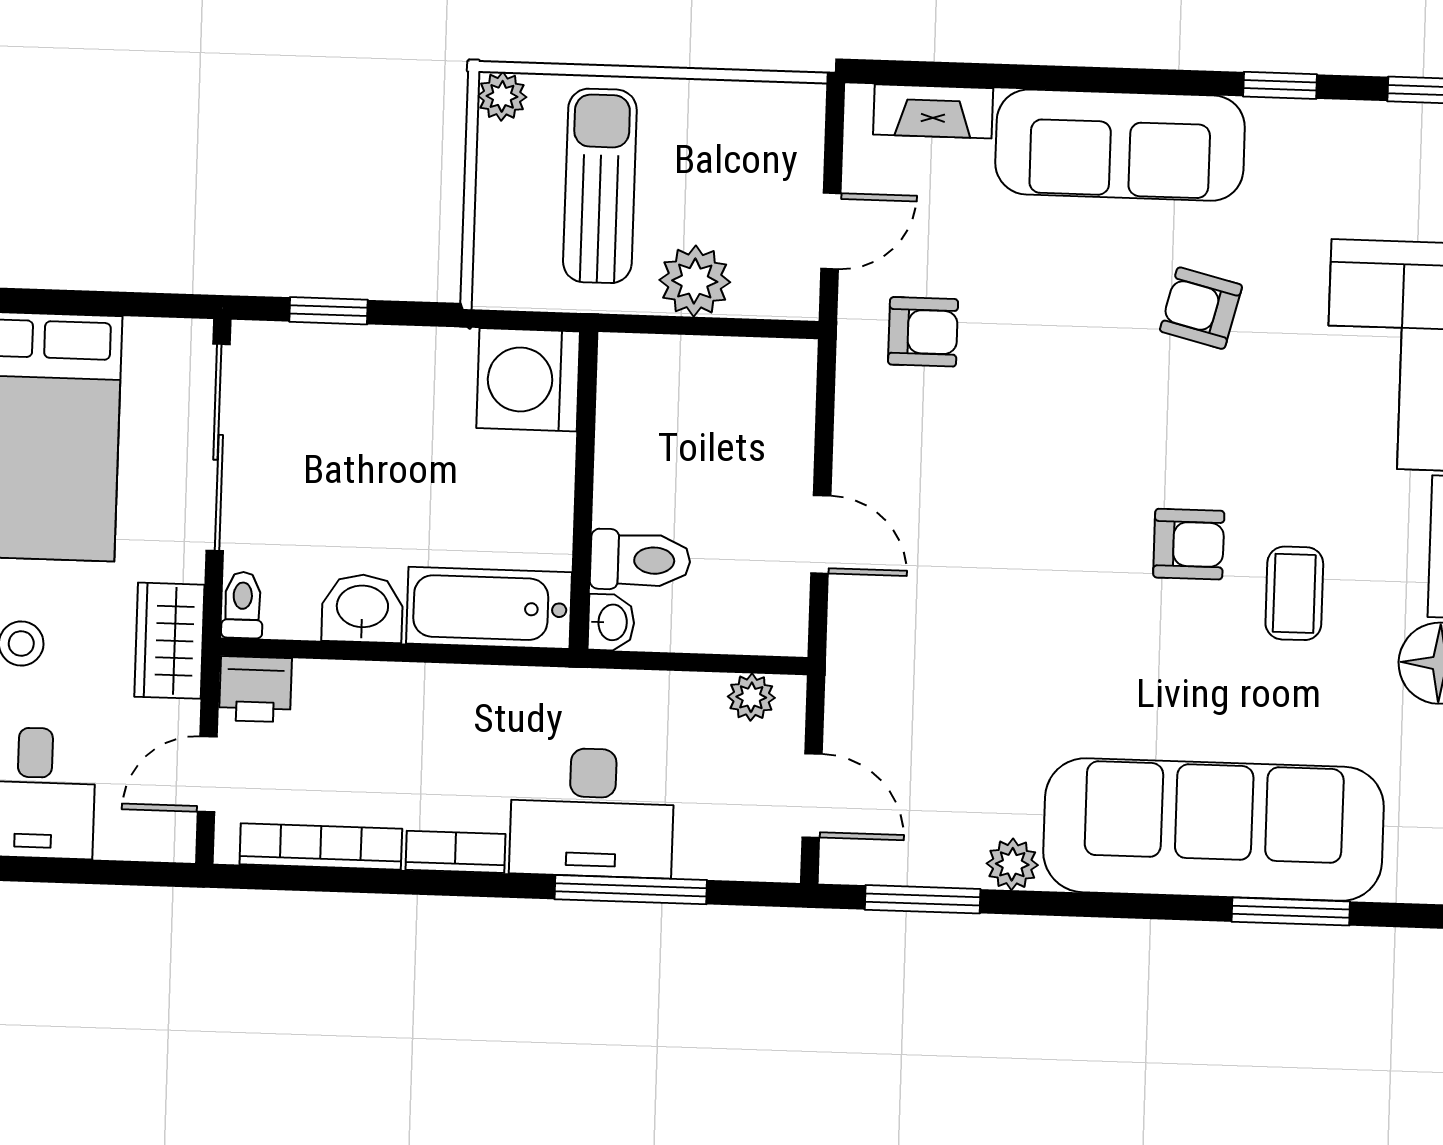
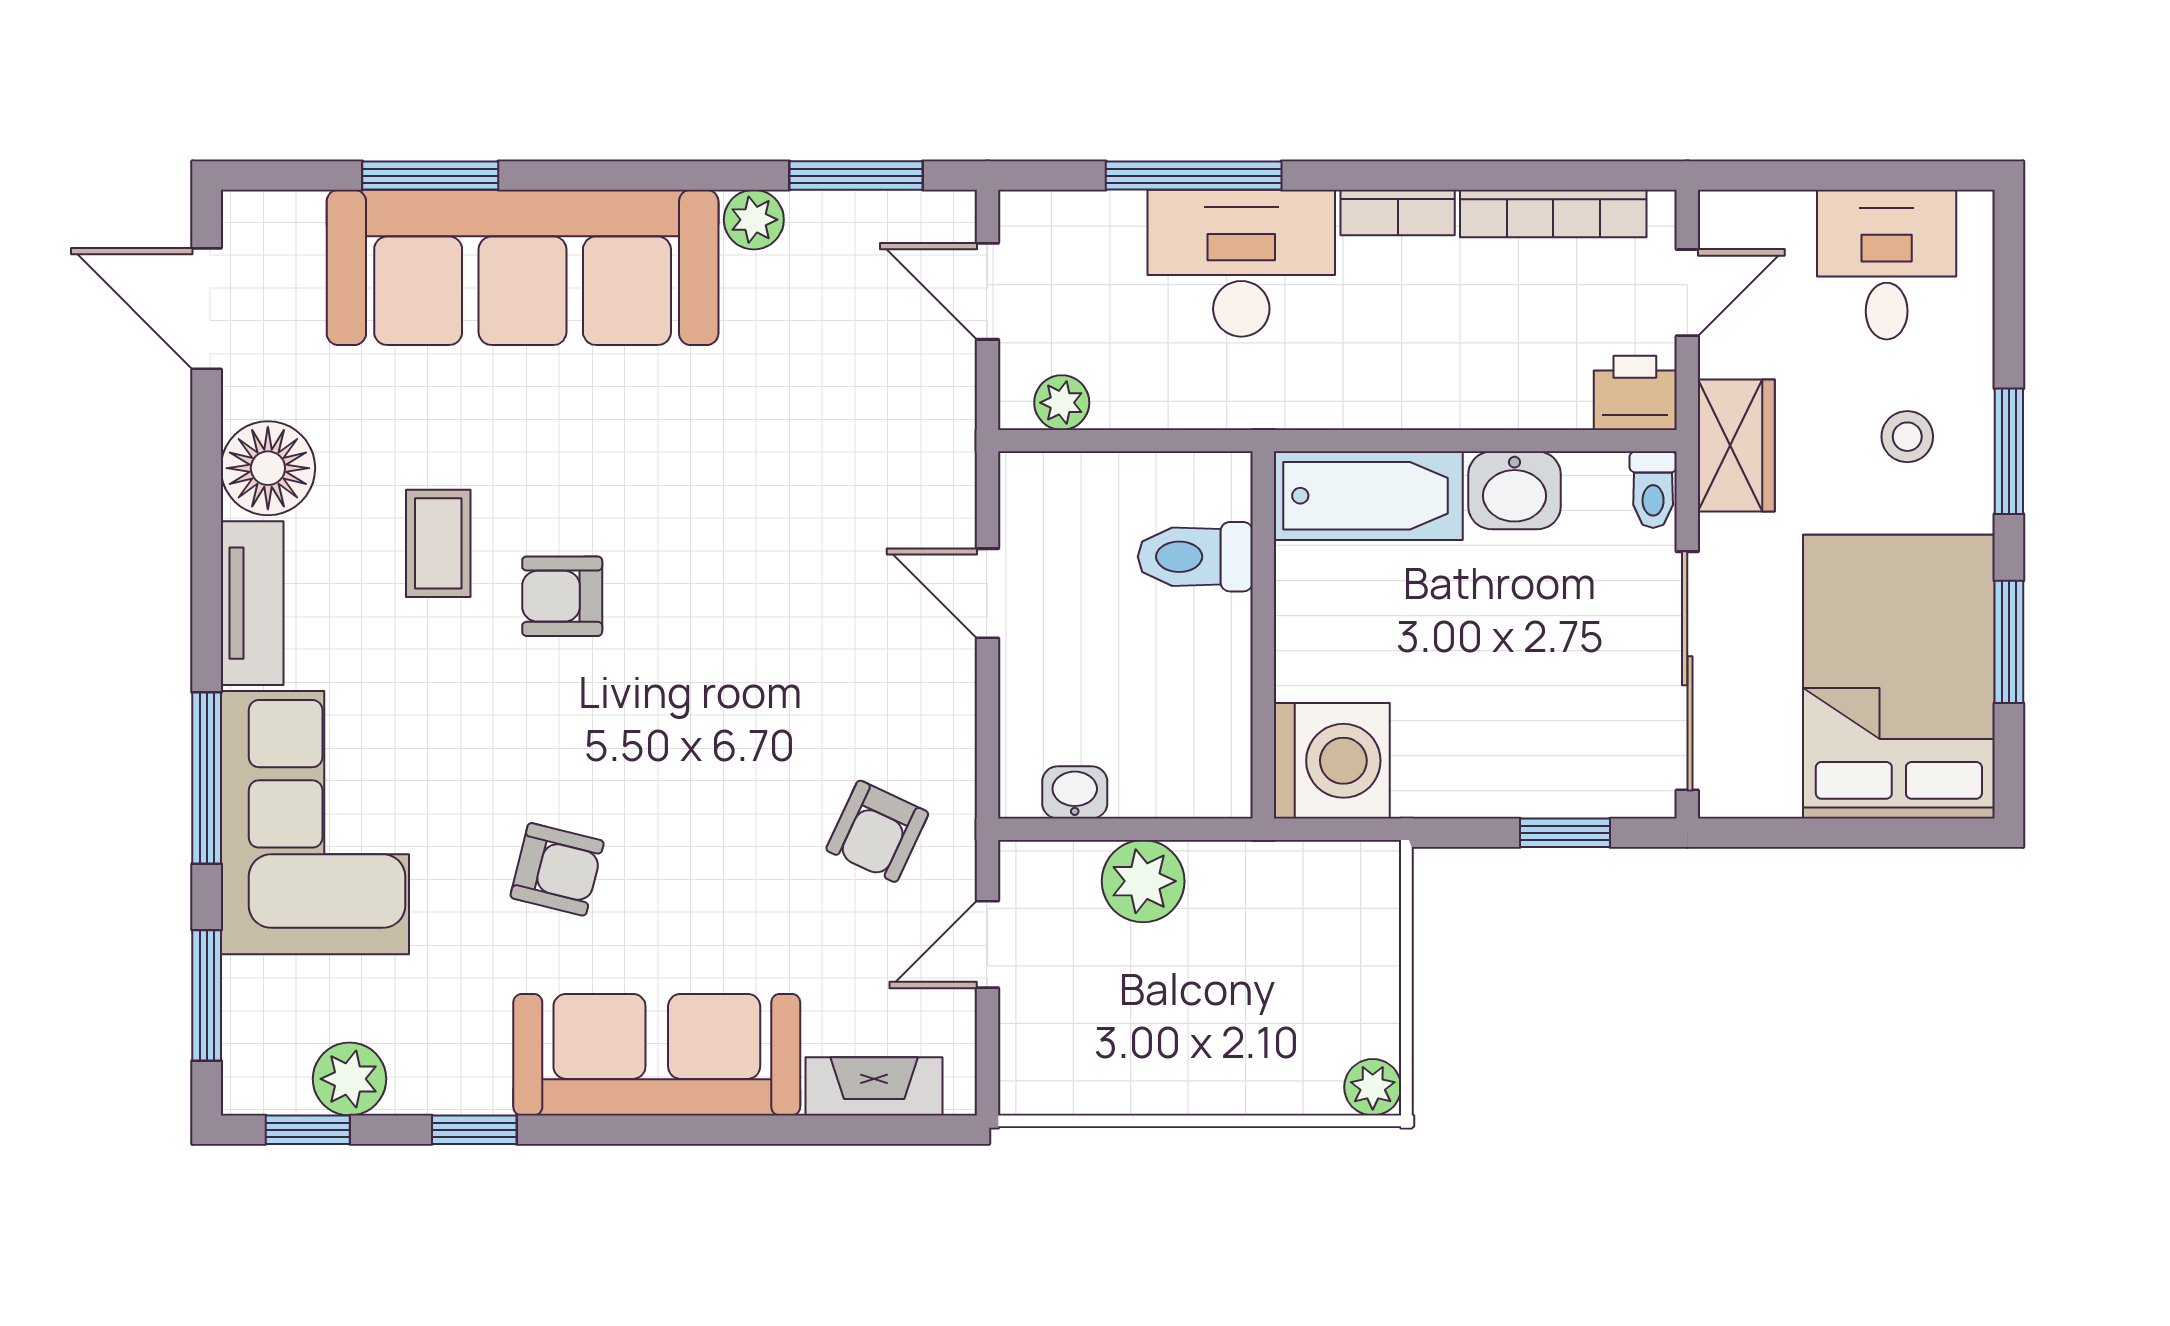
plant: (1386, 133) -> (350, 1079), added
sun lounger: (600, 186) -> (1256, 988), removed
armchair: (923, 332) -> (877, 831), turned -65
washbasin: (611, 622) -> (1075, 792), moved, turned 90

